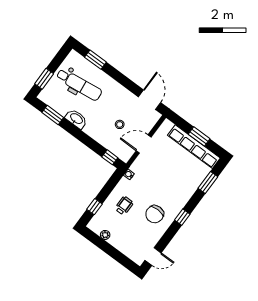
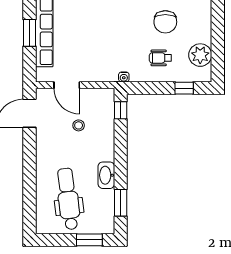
window: (95, 60) -> (30, 201), removed
door: (144, 144) -> (67, 85), moved
chair: (155, 214) -> (165, 22), moved, turned 90
plant: (105, 235) -> (200, 55), width x1.87, depth x1.87

